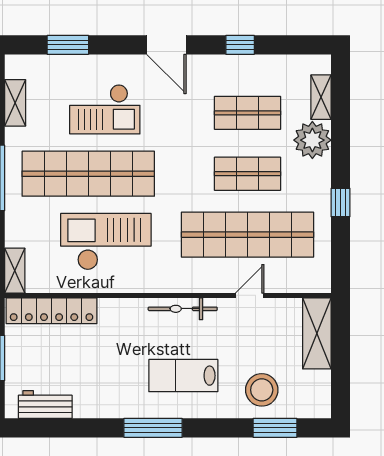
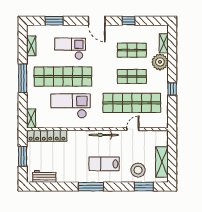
checkout: (105, 109) -> (70, 49), turned 180
shelving: (317, 333) -> (162, 162), moved

